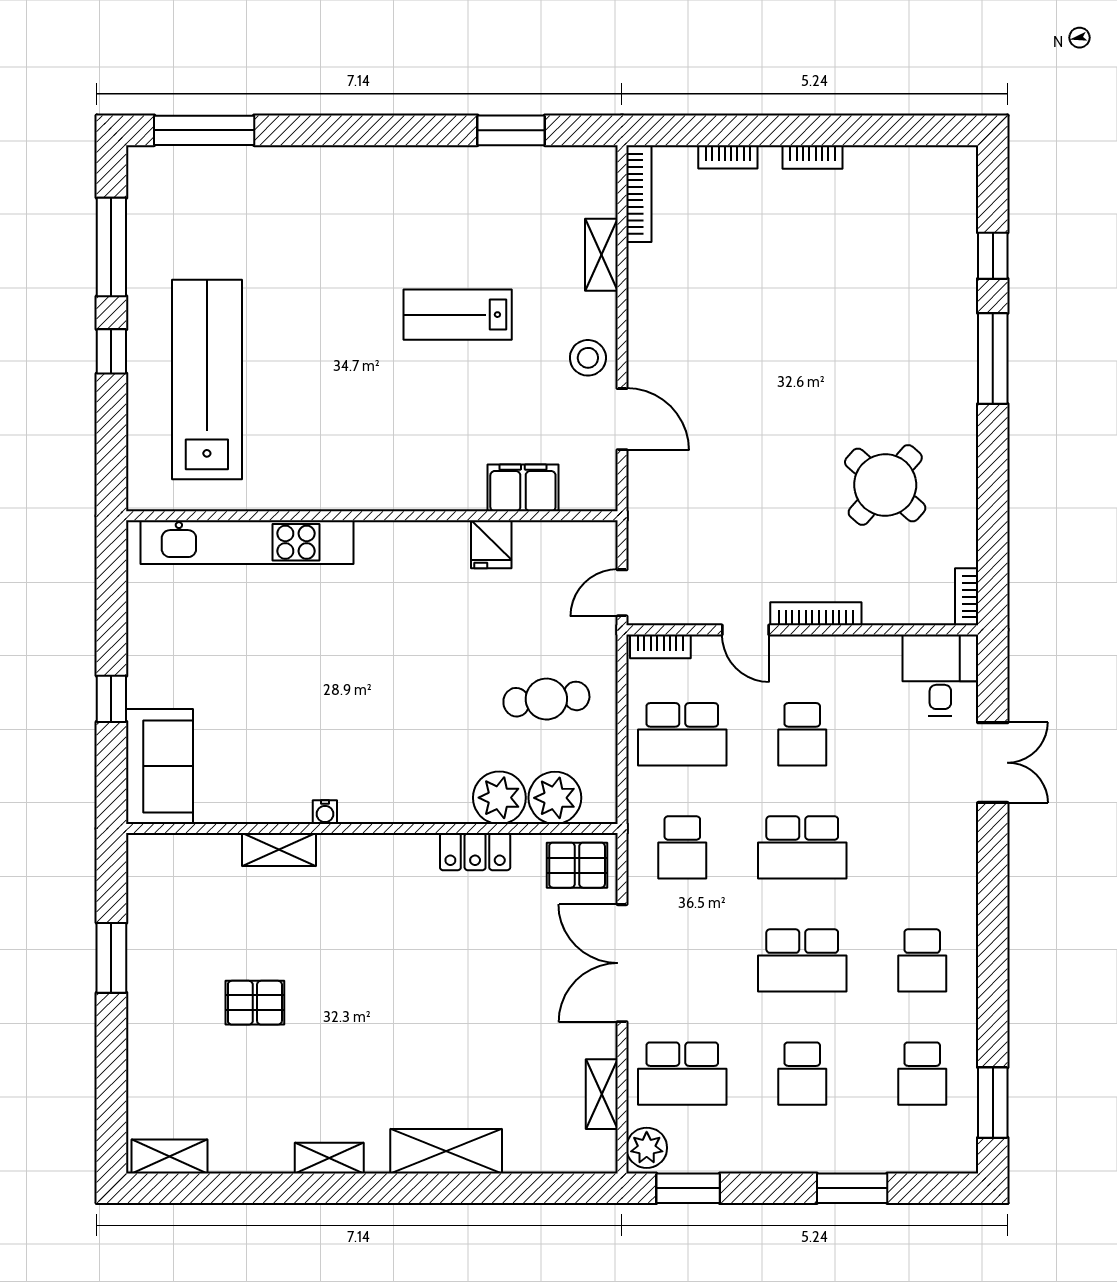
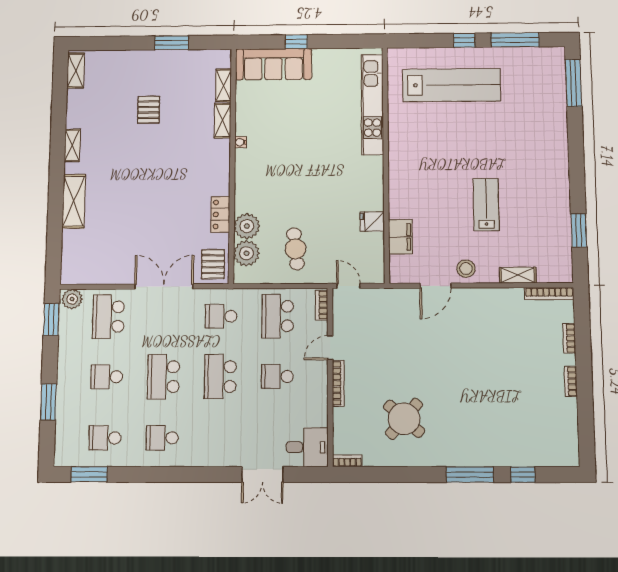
sofa: (159, 766) -> (274, 64), width x1.36
shelving: (602, 1094) -> (223, 85), moved, turned 90

